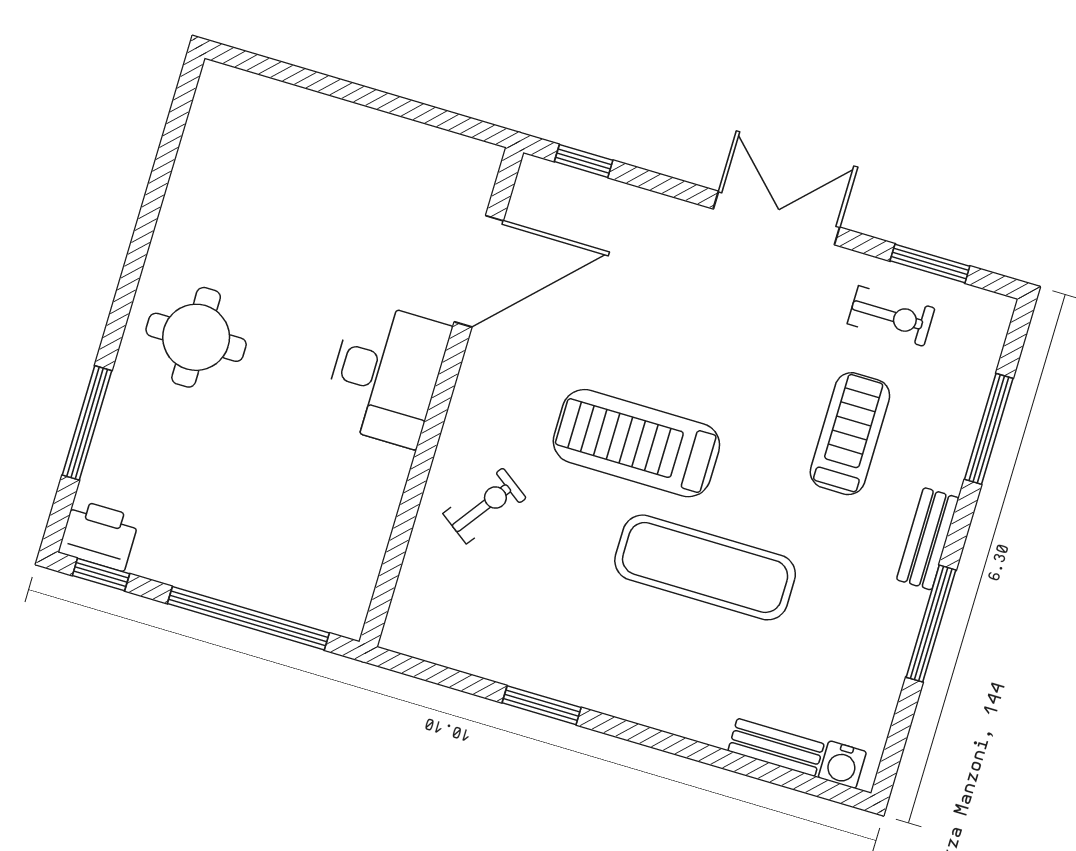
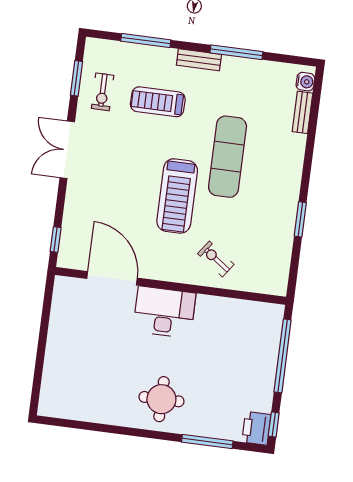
exercise bike: (891, 316) -> (103, 92), turned 180

